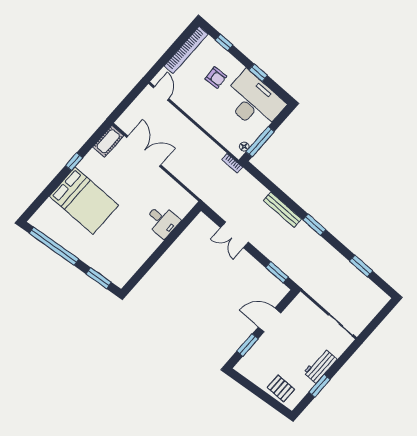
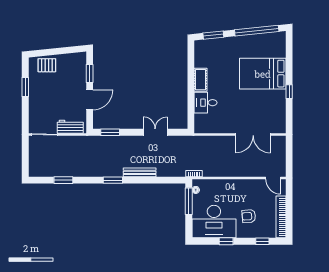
cot: (108, 141) -> (201, 80), moved
workbench: (320, 366) -> (70, 127), moved, turned -90

